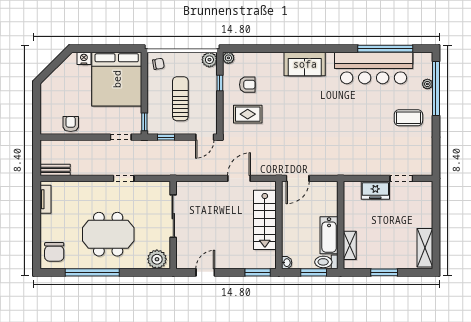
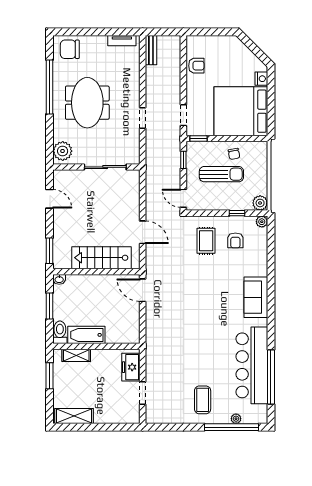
chair: (158, 64) -> (234, 154), moved
wall: (341, 225) -> (96, 346), moved
bathtub: (329, 235) -> (86, 335), moved
shelving: (350, 245) -> (76, 355), moved
toilet: (326, 262) -> (60, 332), moved

